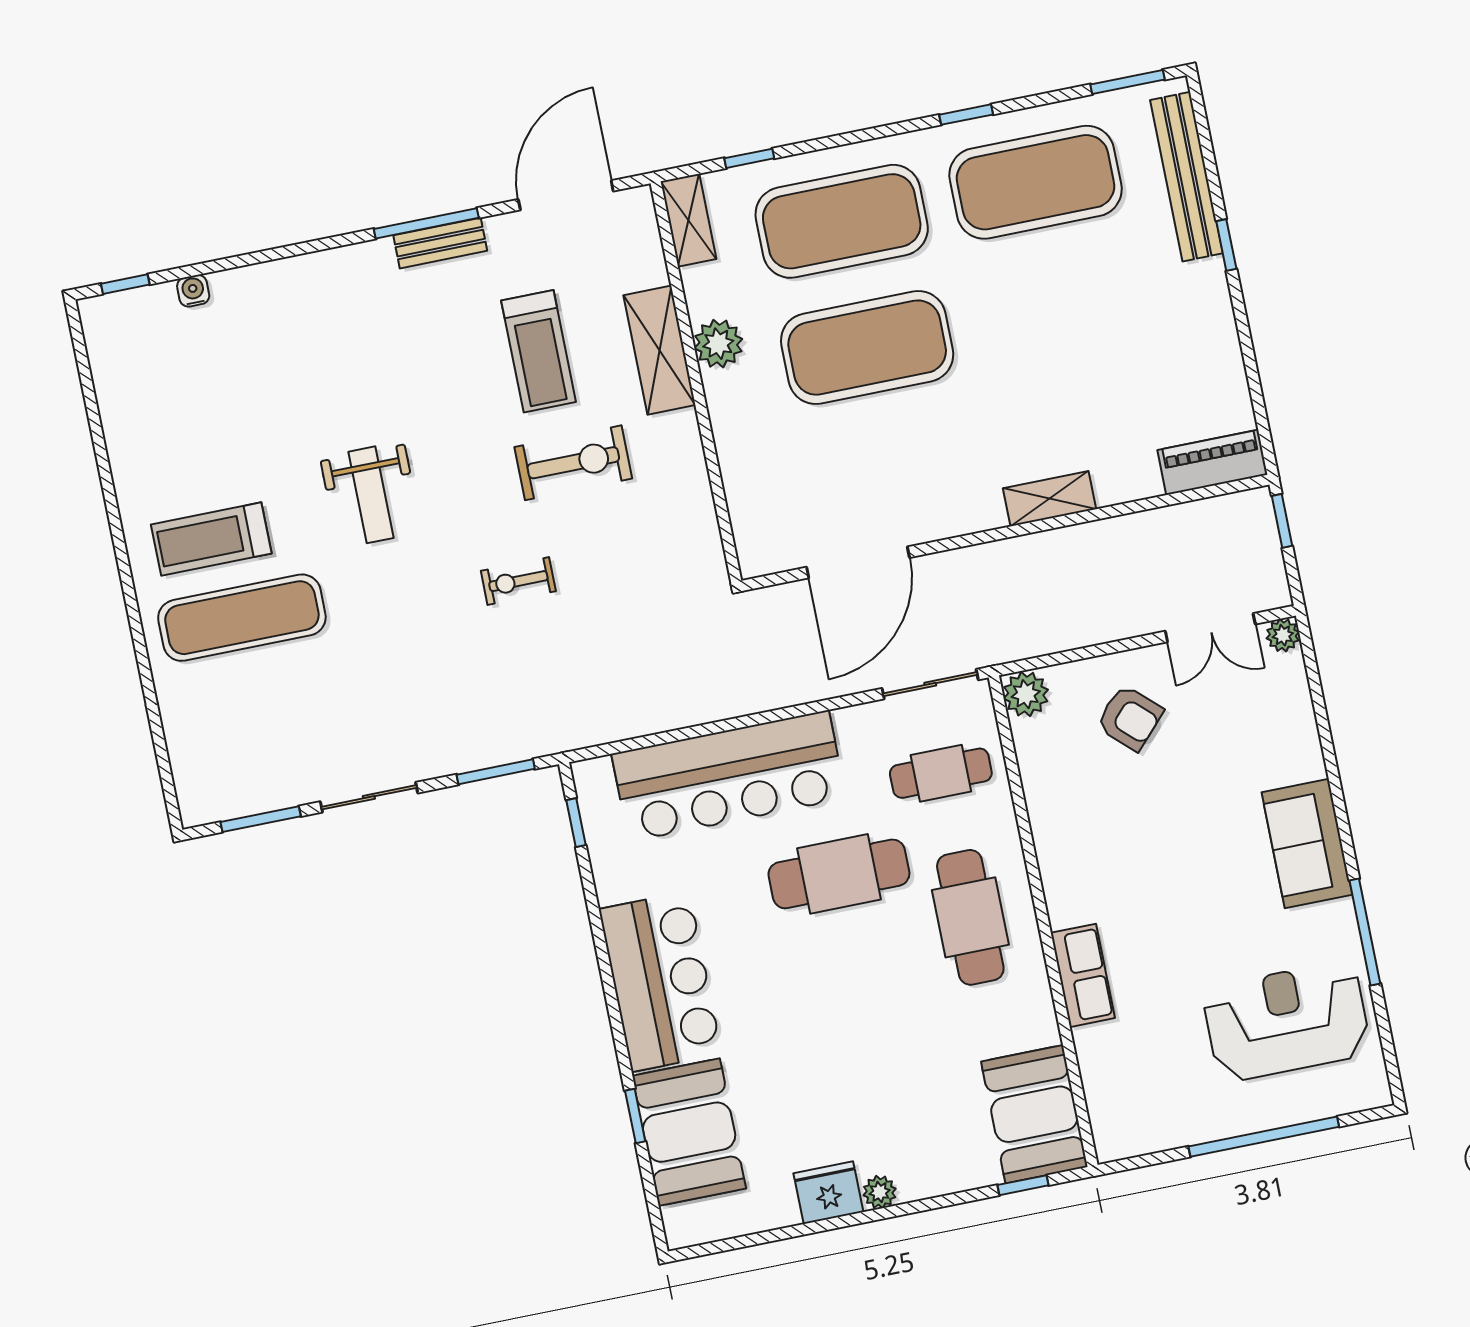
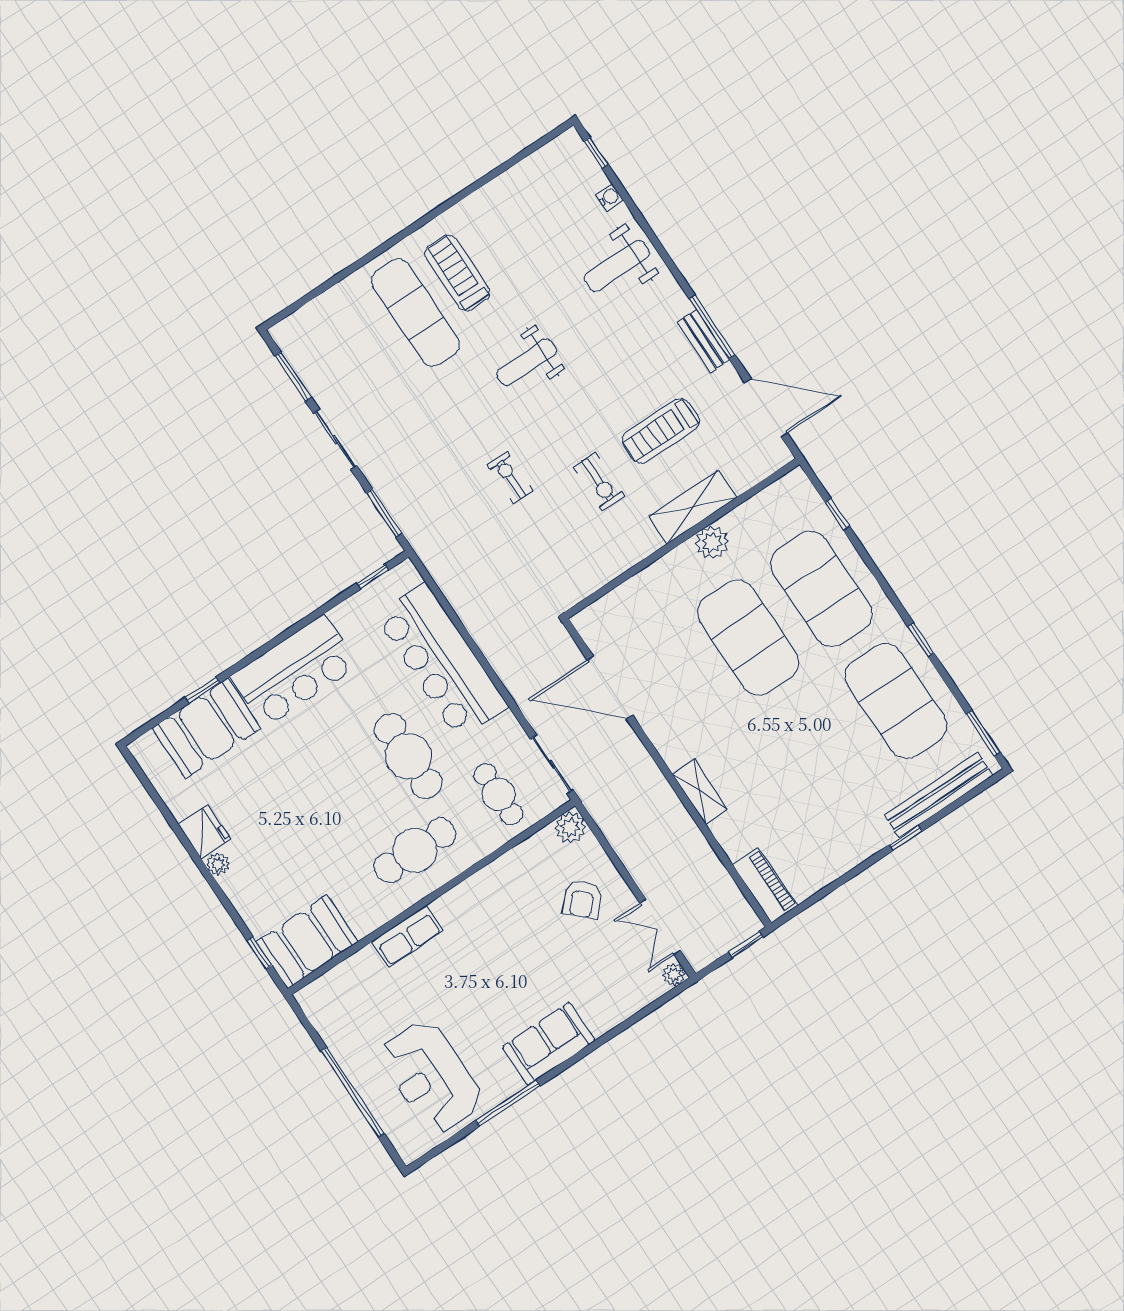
shelving: (688, 220) -> (782, 492), removed
weight bench: (290, 319) -> (617, 266), added
exercise bike: (573, 463) -> (599, 482), width x0.73, depth x0.72
reception desk: (1287, 1021) -> (431, 1077), turned 180

